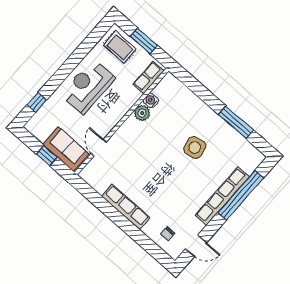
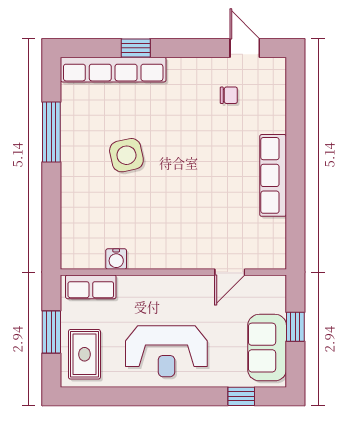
plant: (142, 113) -> (141, 257), removed
sofa: (66, 149) -> (267, 348), moved
window: (240, 195) -> (136, 48), width x0.32
row of seats: (222, 196) -> (113, 70), moved
chair: (168, 234) -> (229, 95), moved

